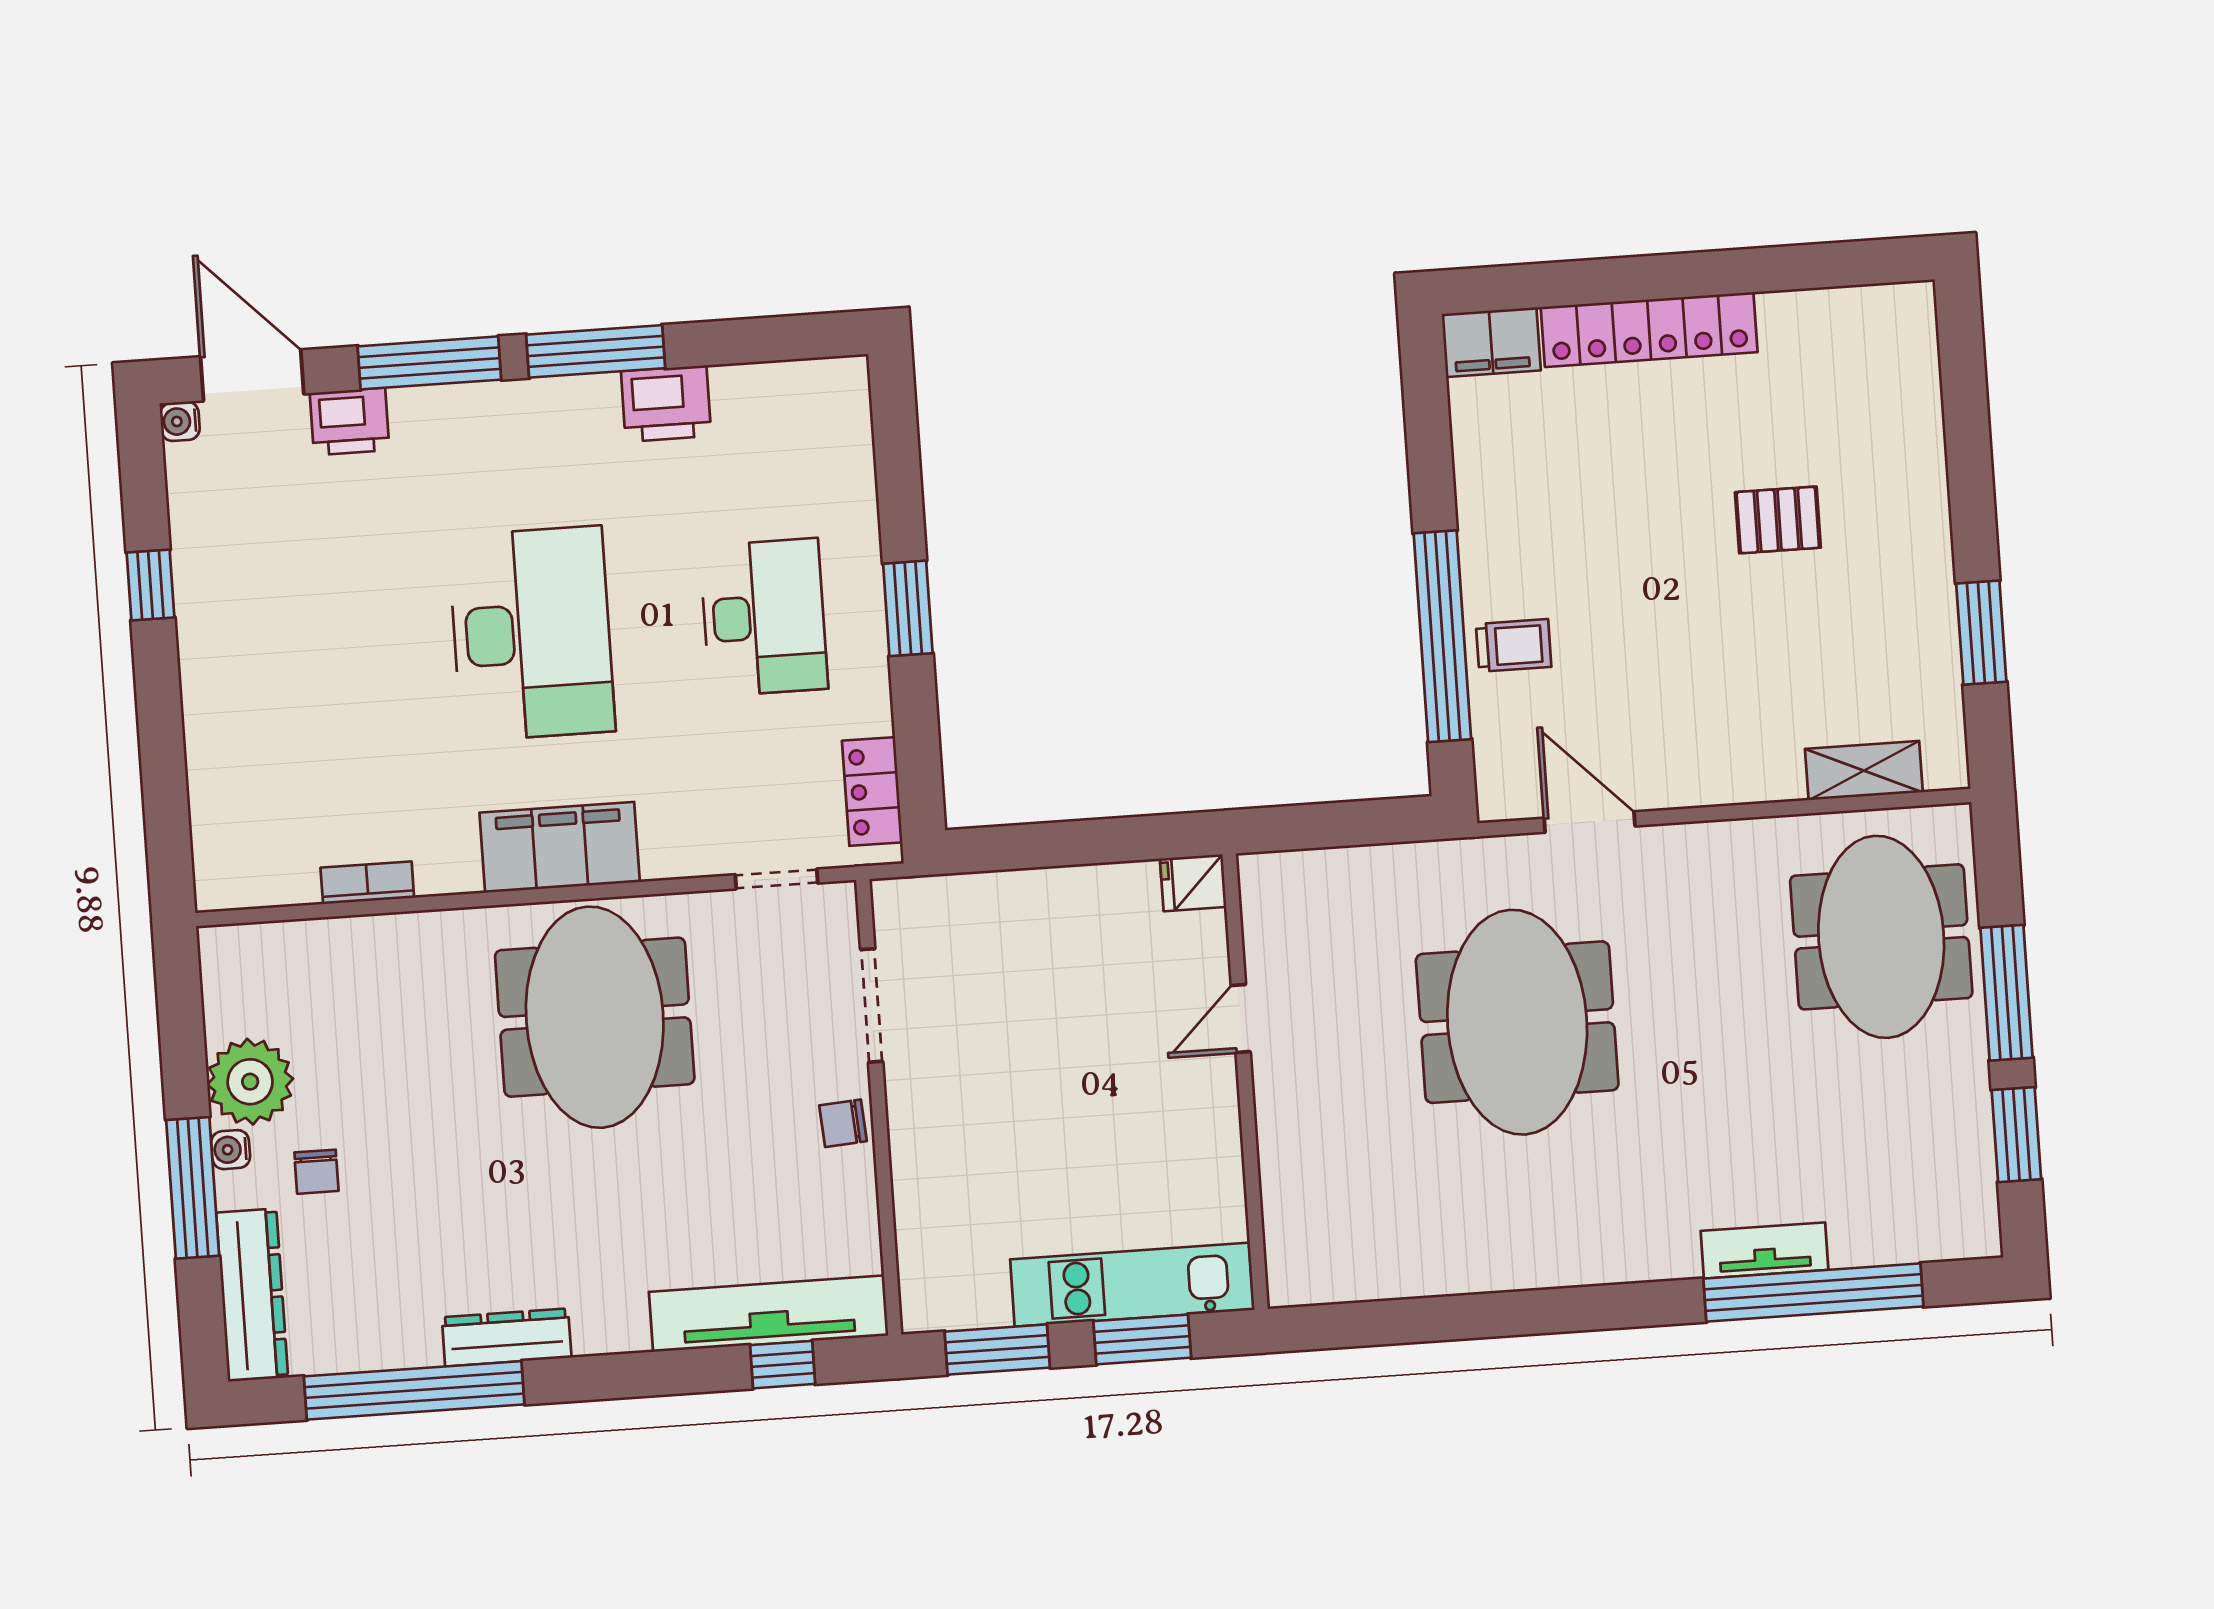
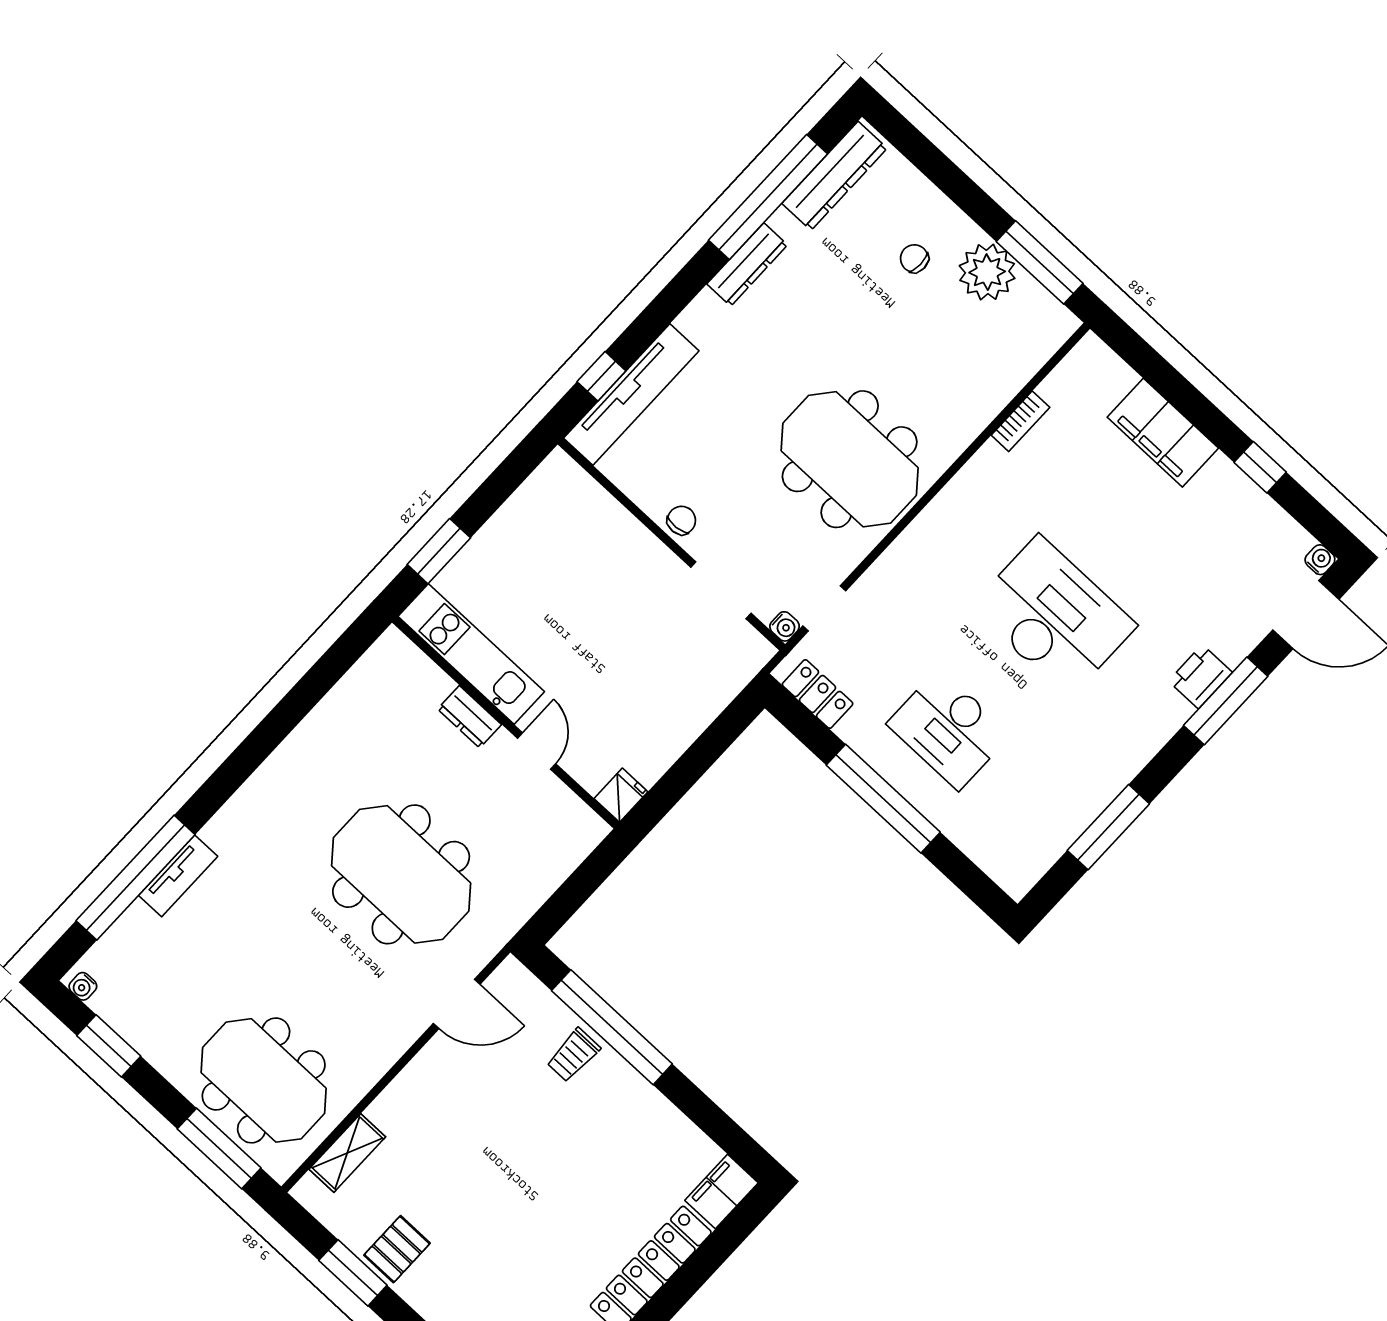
window: (596, 351) -> (1108, 827), moved
printer: (666, 404) -> (1093, 788), removed
printer: (350, 422) -> (1200, 677), moved
pallet: (1778, 520) -> (397, 1249), moved
window: (908, 608) -> (883, 799), width x2.11
desk: (532, 634) -> (1054, 616), turned 180
filing cabinet: (560, 847) -> (1163, 433), moved, turned 90
window: (2006, 993) -> (219, 1148), moved
dresser: (1279, 1125) -> (470, 717), added
water cooler: (231, 1150) -> (785, 626), moved, turned 90
window: (193, 1188) -> (1040, 262), moved
water cooler: (1983, 1227) -> (83, 986), added
kitchen unit: (1132, 1285) -> (471, 654), moved, turned -90
dresser: (252, 1295) -> (835, 176), moved, turned -90
window: (997, 1350) -> (504, 481), removed

